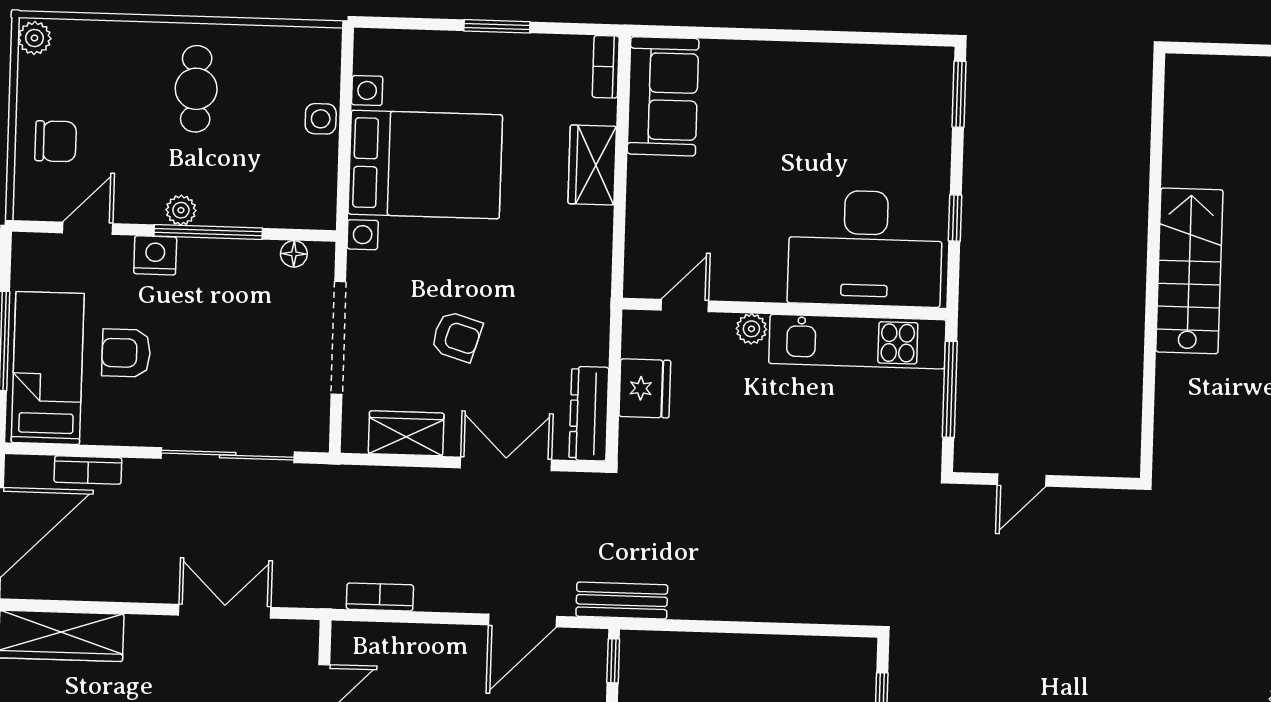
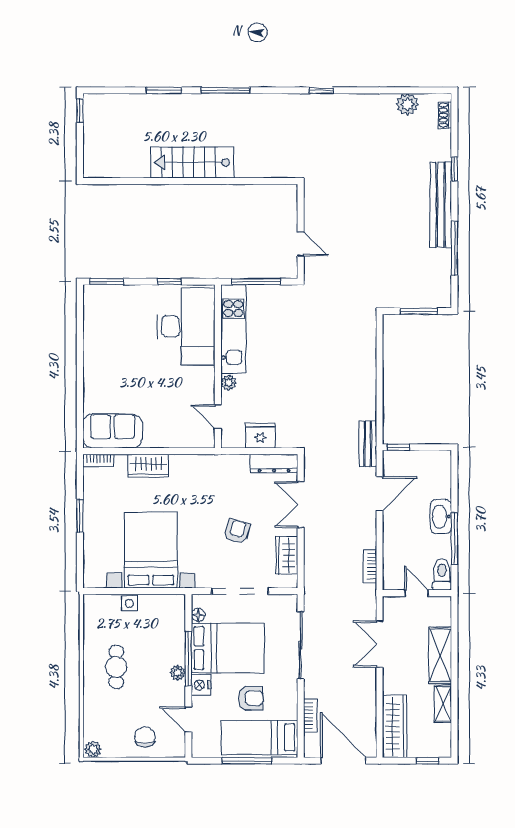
cafe table: (196, 89) -> (116, 667), turned 90
bed: (227, 311) -> (228, 648), added
armchair: (126, 353) -> (251, 698), turned -90
door: (522, 621) -> (380, 494), hinge flipped

